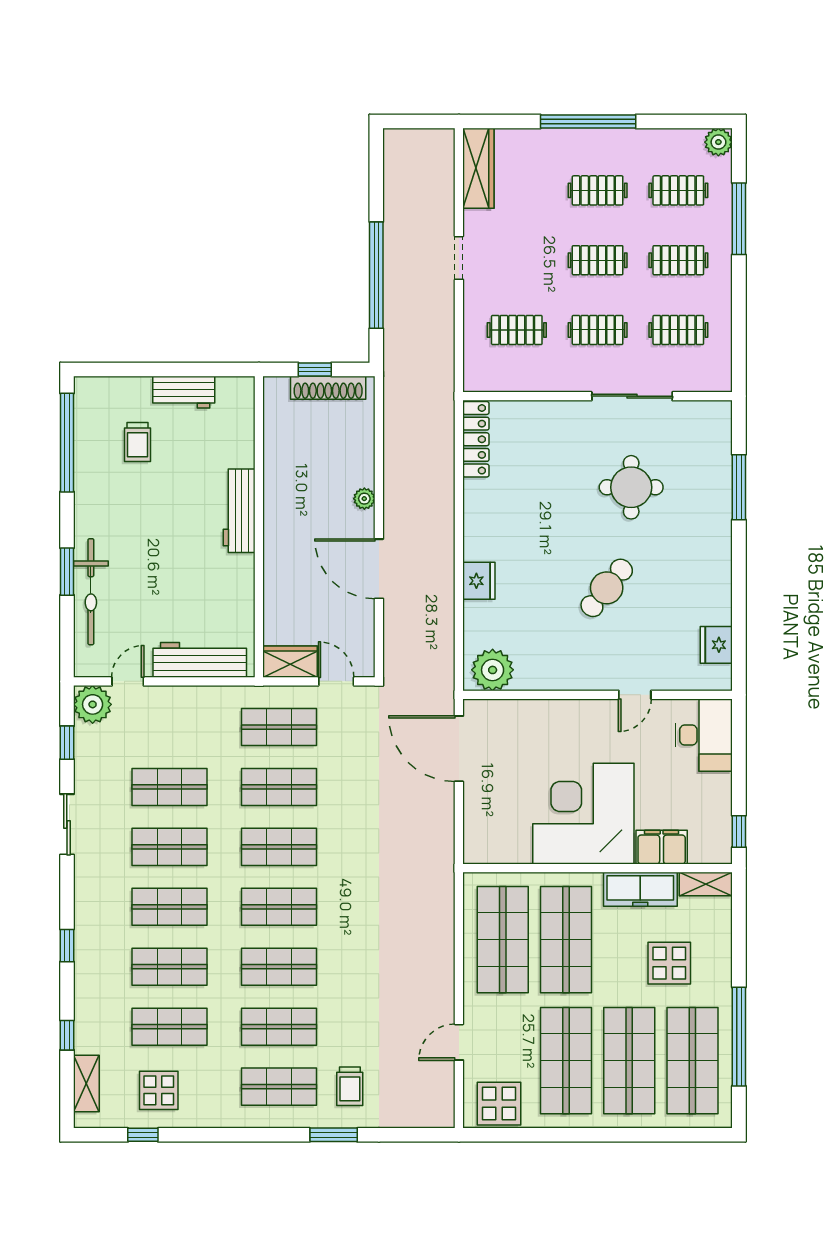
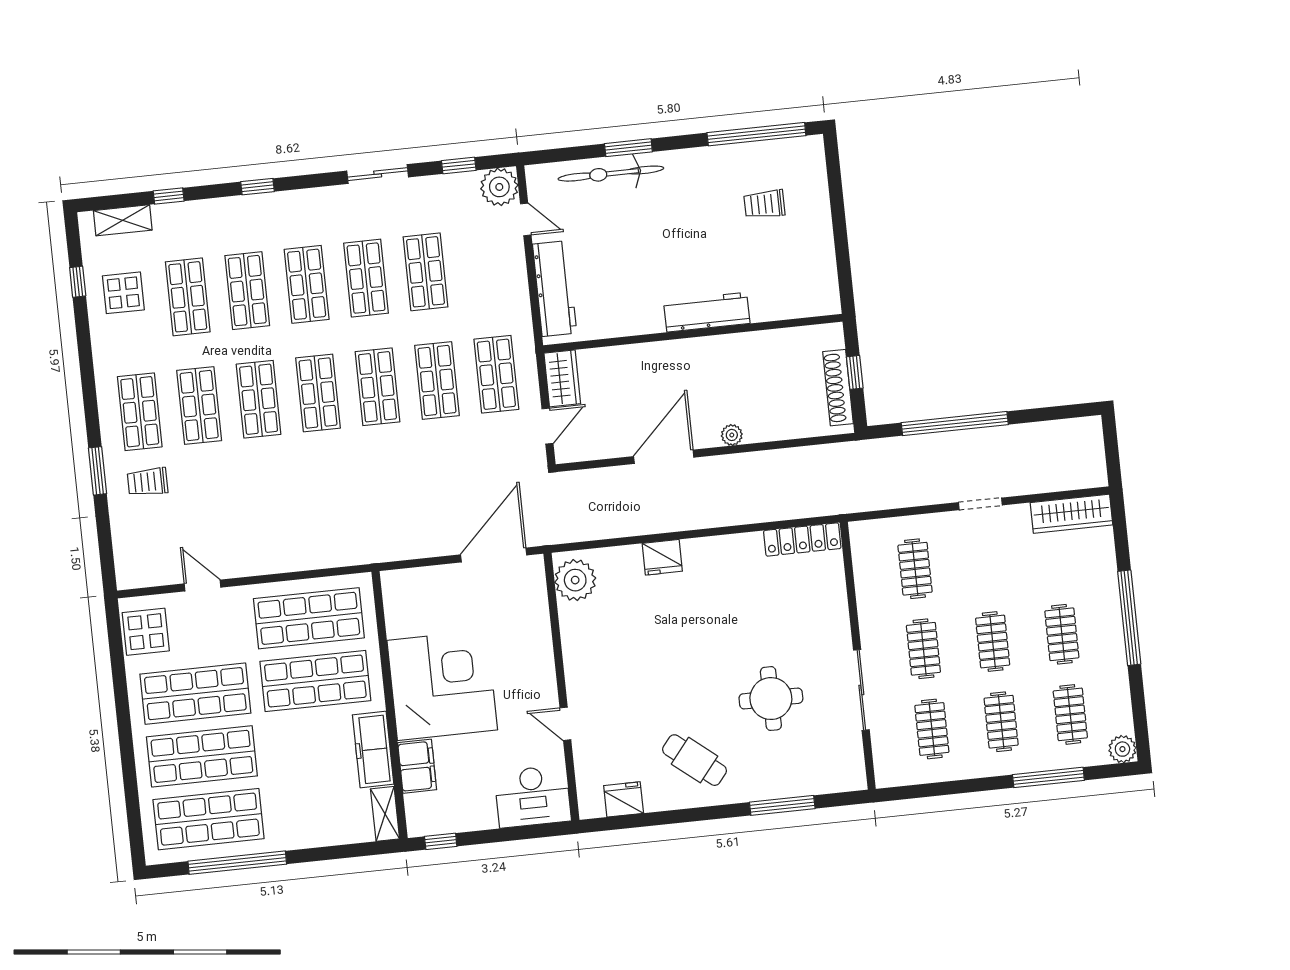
workbench: (184, 392) -> (819, 245), removed
cafe table: (607, 588) -> (695, 760), moved
display table: (669, 963) -> (303, 786), removed

